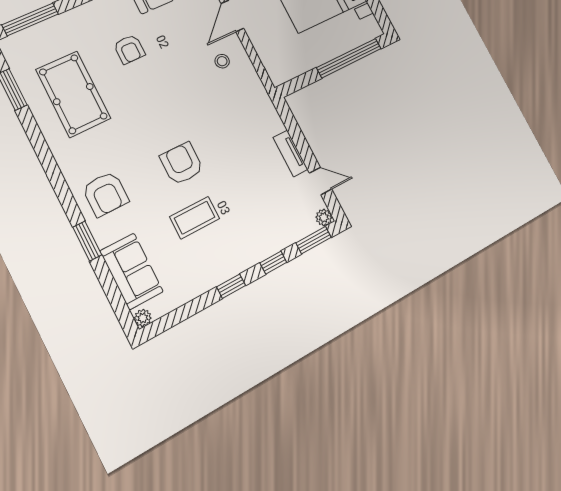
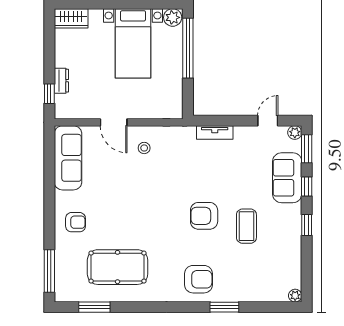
plant: (370, 28) -> (173, 17), added
armchair: (129, 49) -> (76, 222), moved
tv unit: (290, 153) -> (215, 133), moved
sofa: (132, 271) -> (287, 178), moved, turned -90

